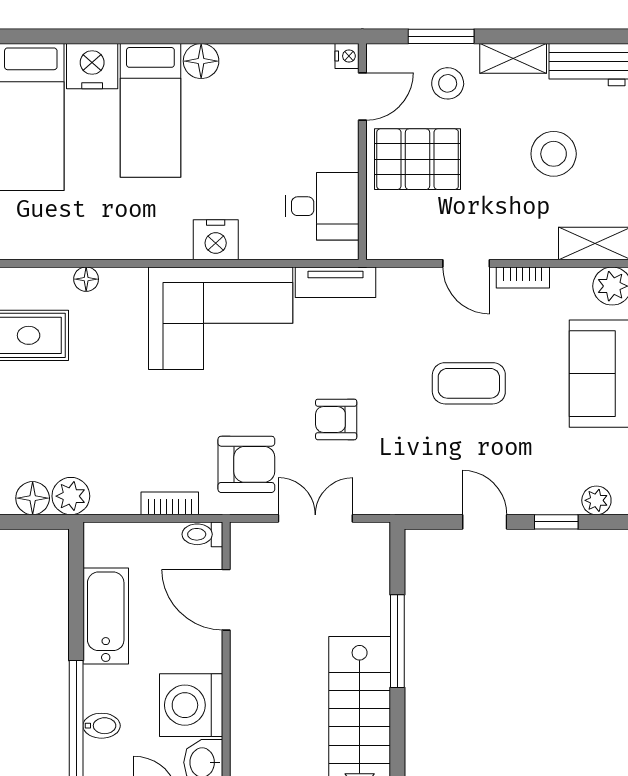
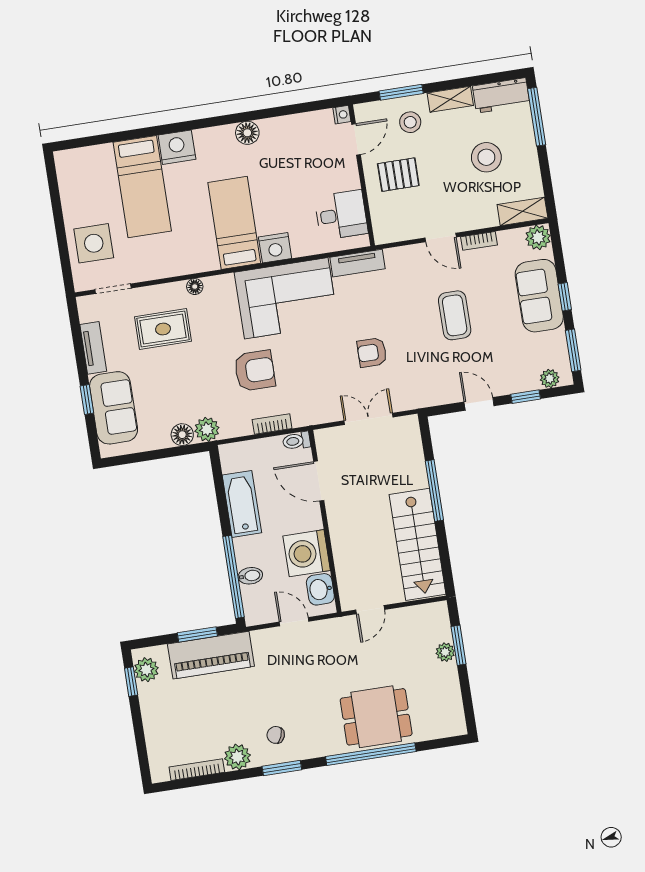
bed: (150, 110) -> (234, 223), moved, turned 180
pallet: (418, 159) -> (398, 175), width x0.67, depth x0.71
coffee table: (469, 383) -> (455, 315), turned 90
armchair: (246, 464) -> (255, 371), moved

